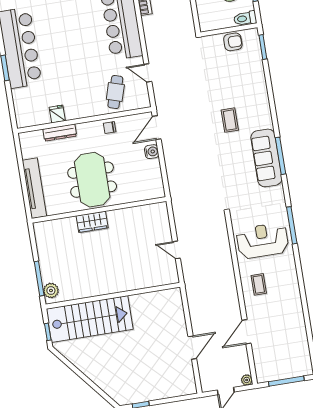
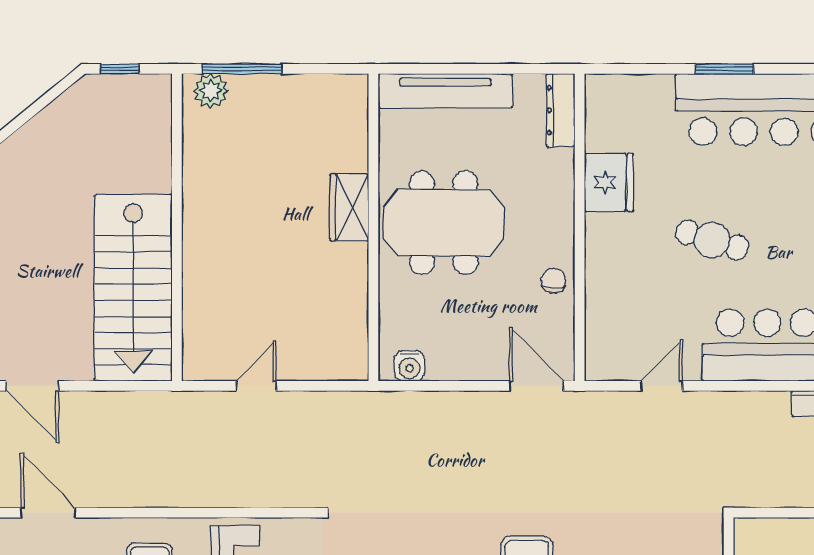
cafe table: (115, 92) -> (712, 240), moved
fridge: (57, 114) -> (609, 182), width x1.88, depth x1.34
dresser: (60, 133) -> (560, 110), moved
water cooler: (152, 152) -> (410, 366), moved
stairs: (90, 319) -> (133, 288), moved

